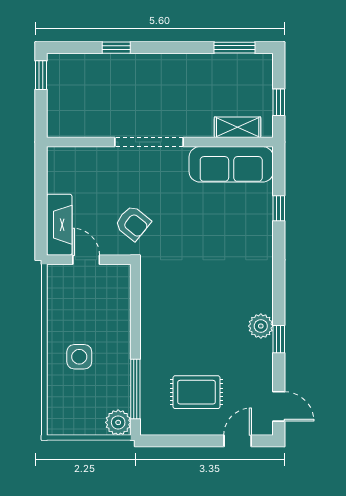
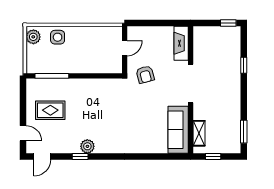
window: (279, 208) -> (154, 156), removed
armchair: (133, 223) -> (145, 74), turned -54
fireplace: (59, 225) -> (181, 43), moved, turned 90
side table: (79, 357) -> (58, 37), moved
rug: (197, 392) -> (50, 110), turned 90
plant: (118, 422) -> (33, 37), moved

